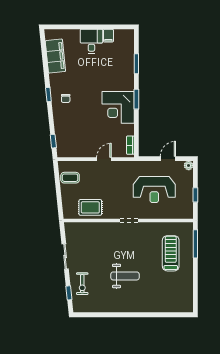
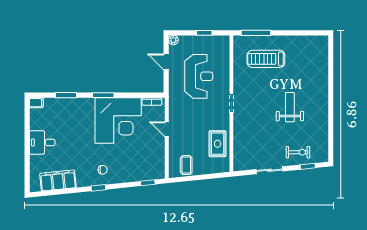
filing cabinet: (108, 36) -> (36, 103), moved
corner desk: (118, 107) -> (118, 120), width x1.36, depth x1.36

